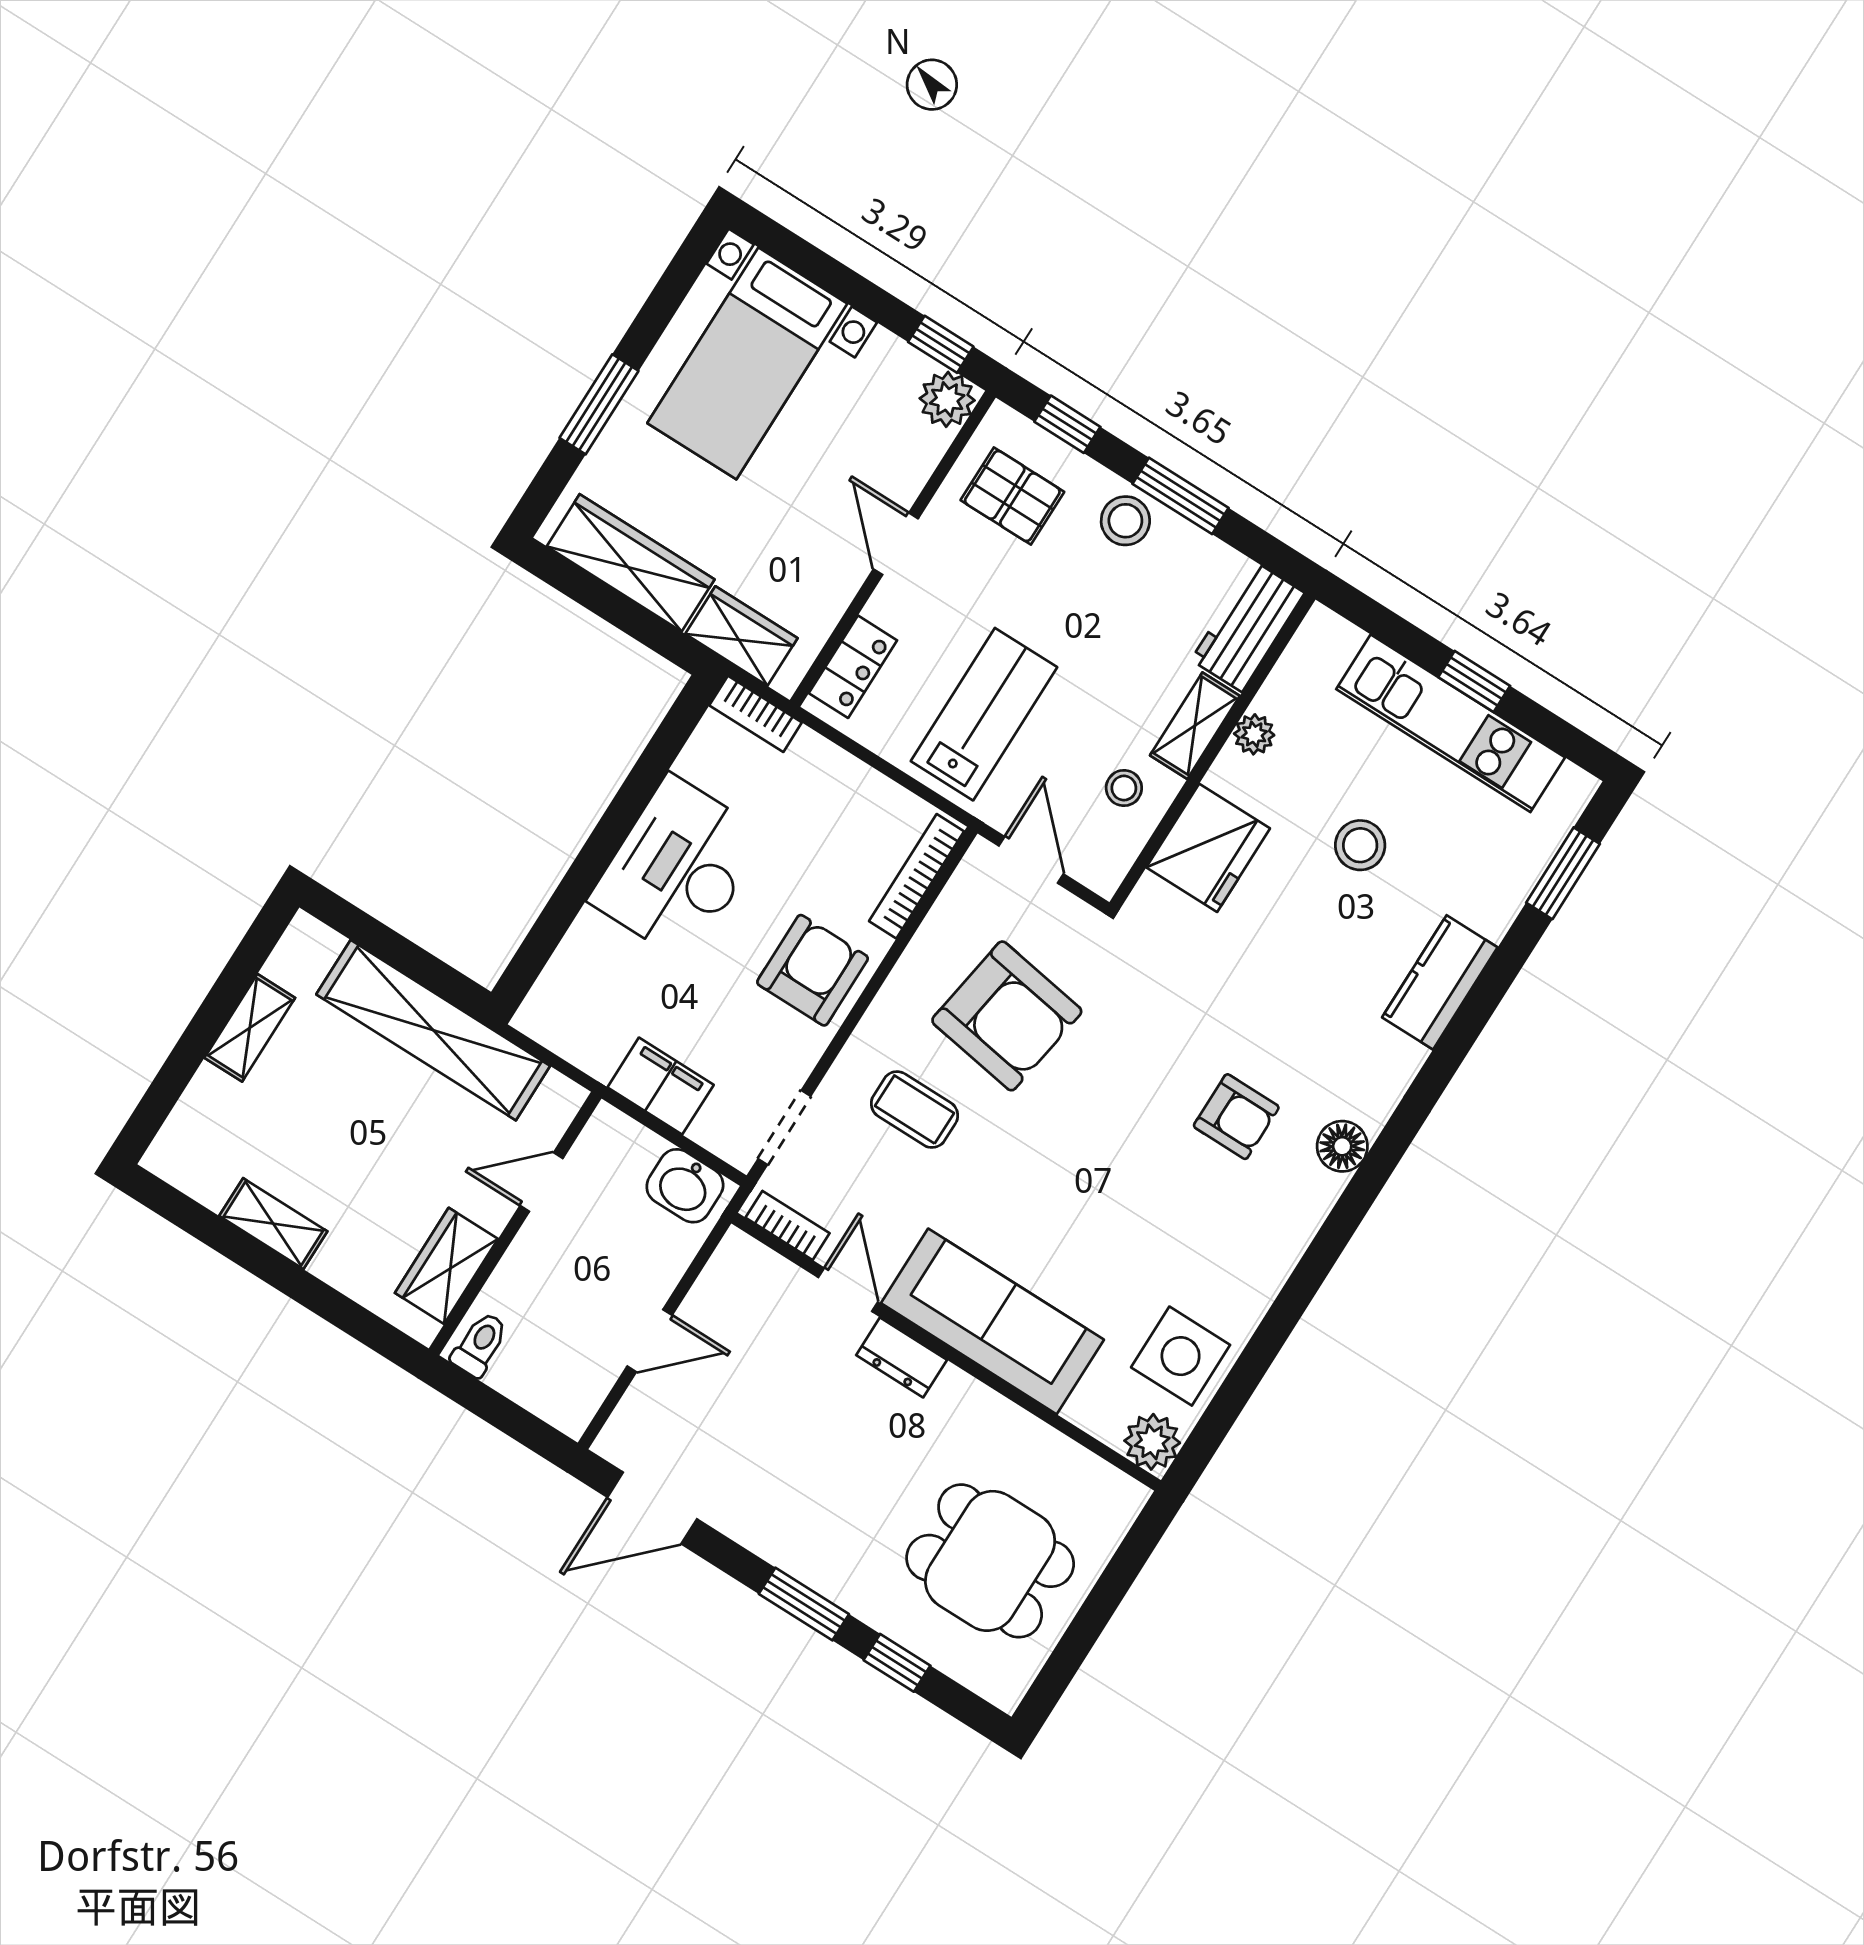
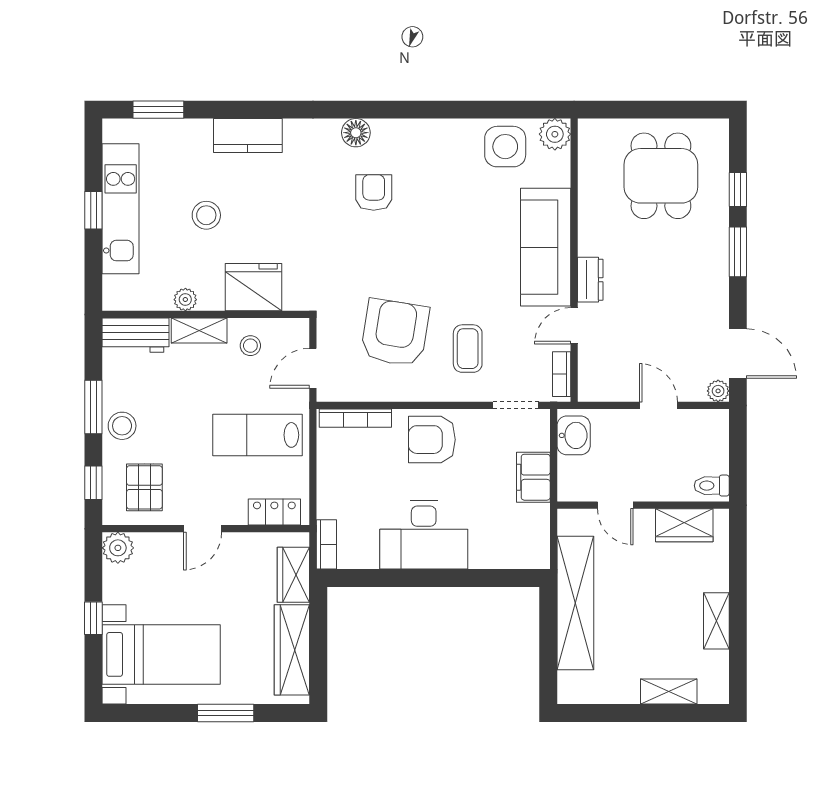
window: (941, 344) -> (93, 618), moved
shelving: (250, 1028) -> (669, 692), moved
plant: (615, 1443) -> (718, 391), added

